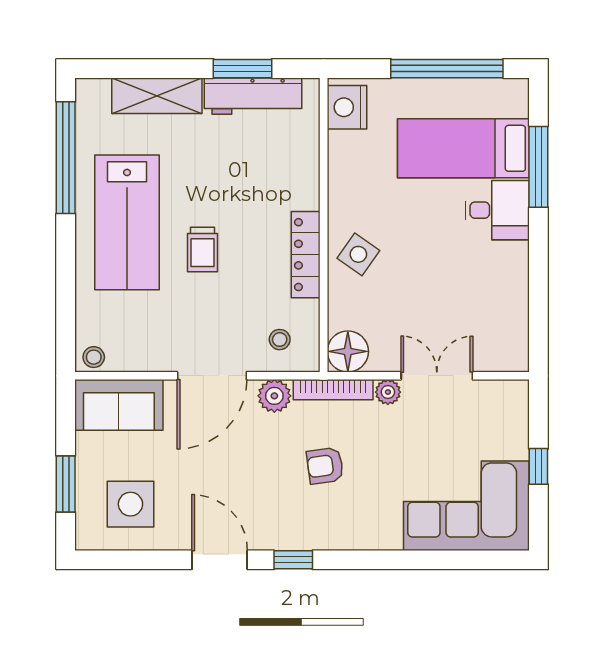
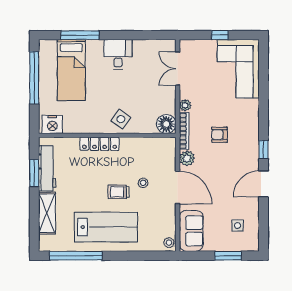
desk: (497, 210) -> (118, 54), moved
trolley: (202, 249) -> (119, 192), turned 180
locker: (306, 255) -> (100, 144), moved
stool: (280, 340) -> (143, 183), moved
double door: (437, 376) -> (178, 69), moved
armchair: (325, 466) -> (220, 135), turned 98
side table: (130, 504) -> (237, 225), width x0.54, depth x0.54

